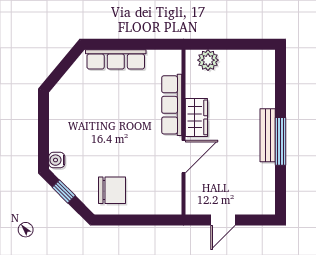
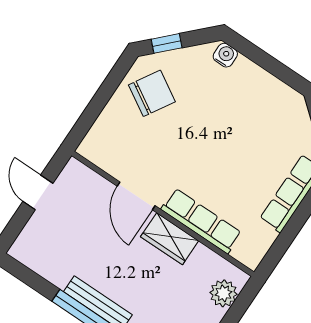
chair: (112, 190) -> (152, 93), turned -149
window: (64, 191) -> (167, 43), moved

